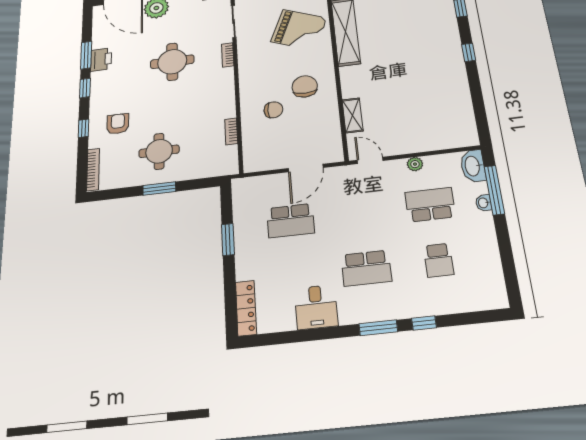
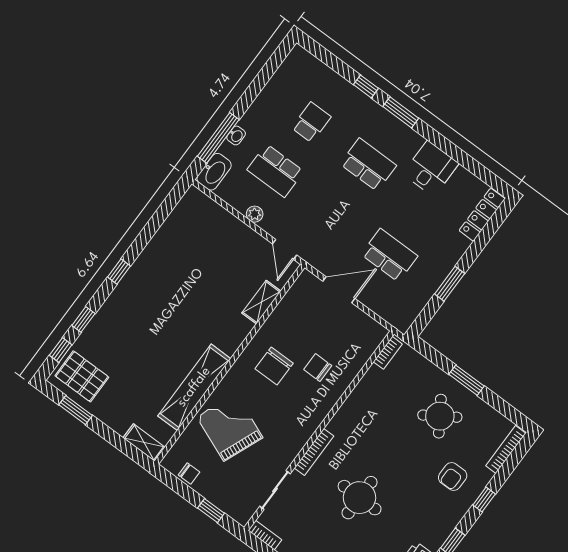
bookcase: (228, 55) -> (314, 452), width x1.56
bookcase: (231, 131) -> (388, 353), moved
round table: (159, 151) -> (440, 416), turned -33

